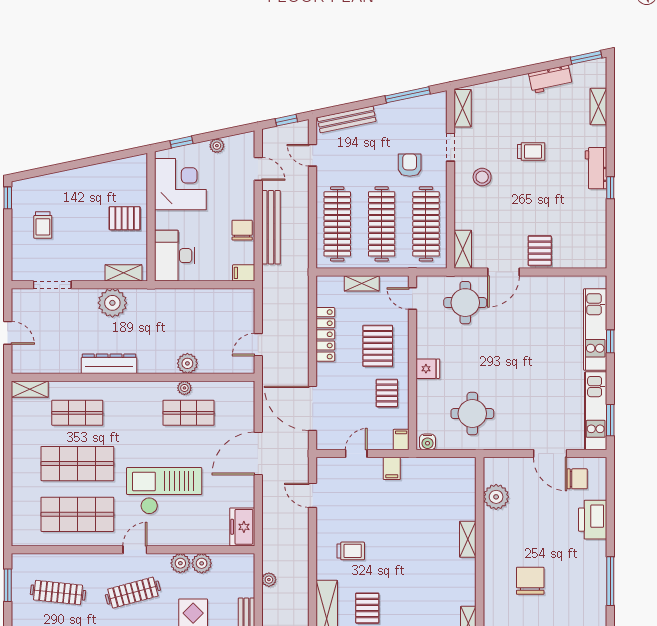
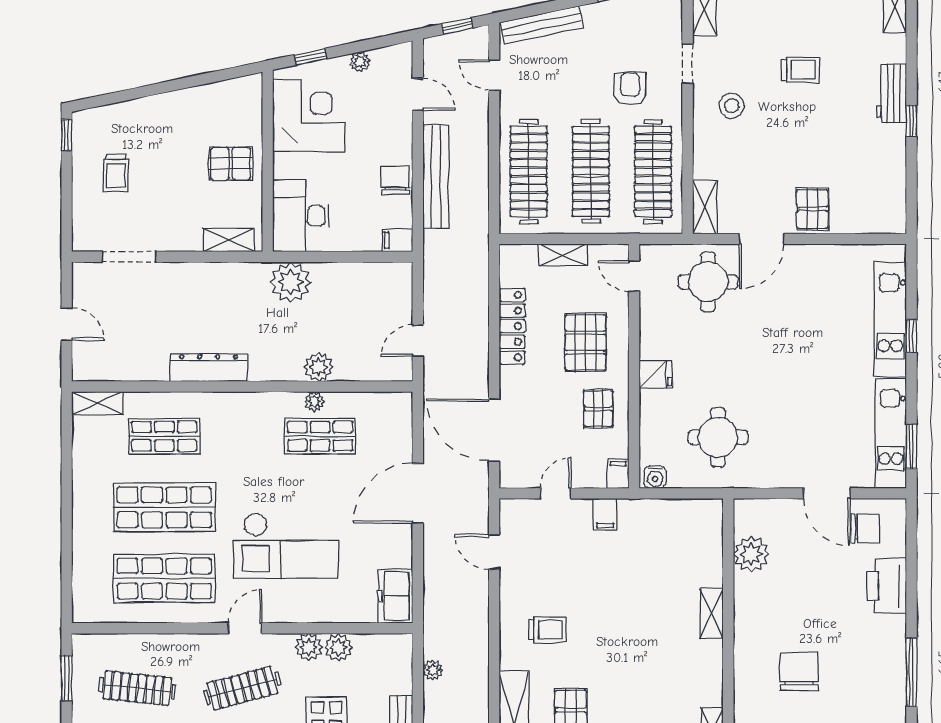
plant: (112, 303) -> (291, 282), moved
checkout: (164, 491) -> (286, 546), turned 180

